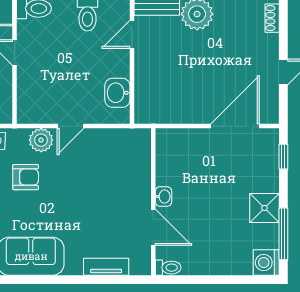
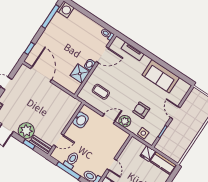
door: (235, 126) -> (41, 74), swing flipped
coffee table: (115, 163) -> (101, 92), added
shower: (264, 208) -> (80, 74), moved
door: (153, 227) -> (102, 55), swing flipped

